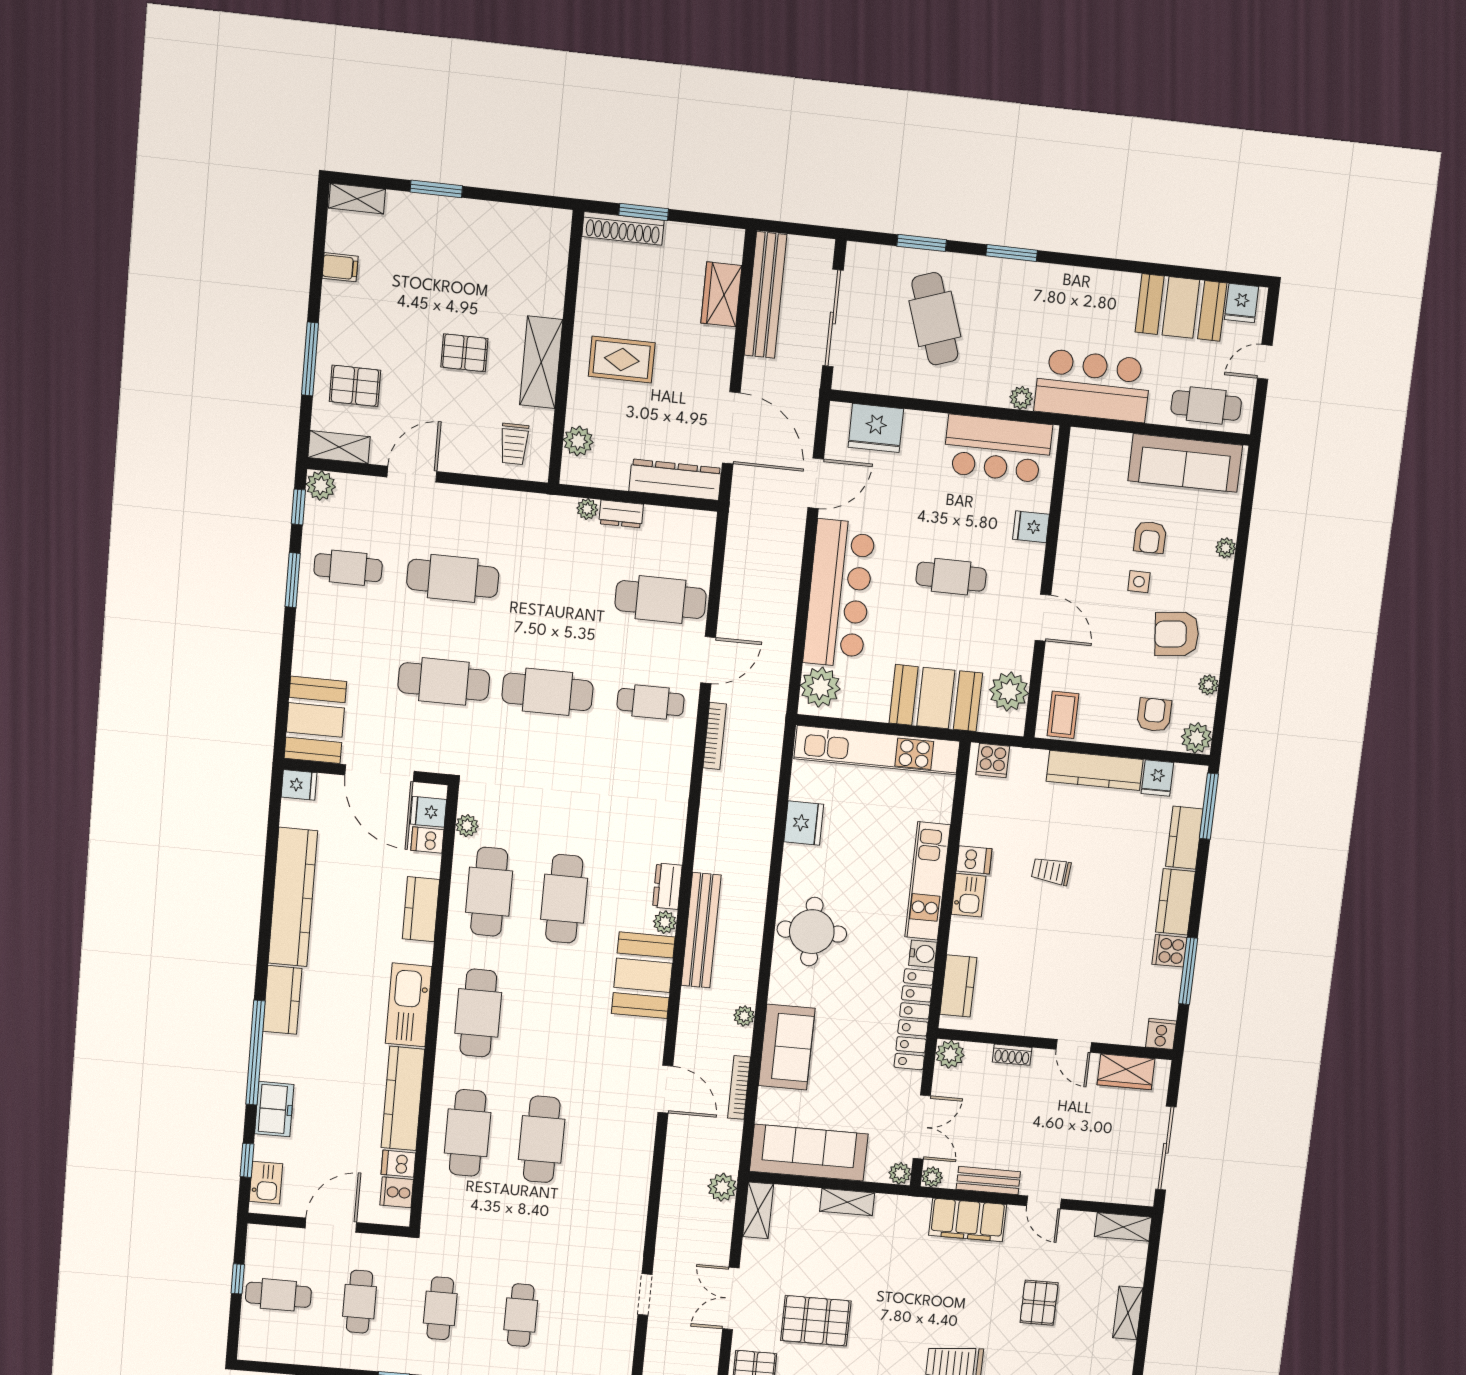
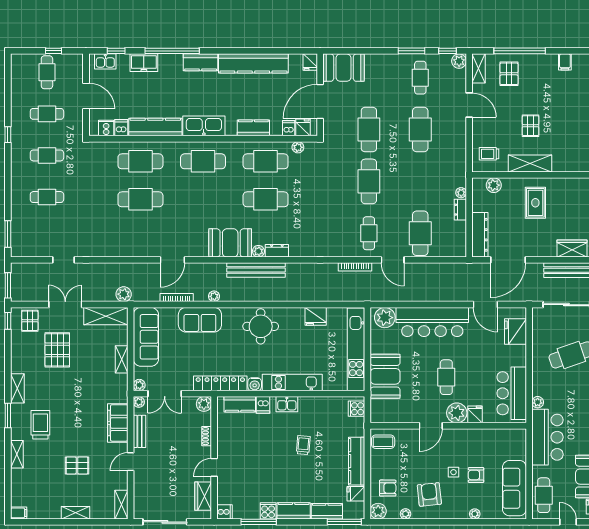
window: (310, 359) -> (520, 51), width x1.46
plant: (1009, 692) -> (457, 413), moved
dishwasher: (974, 860) -> (263, 405), moved
shelving: (758, 1210) -> (106, 316), width x1.50, depth x1.33

